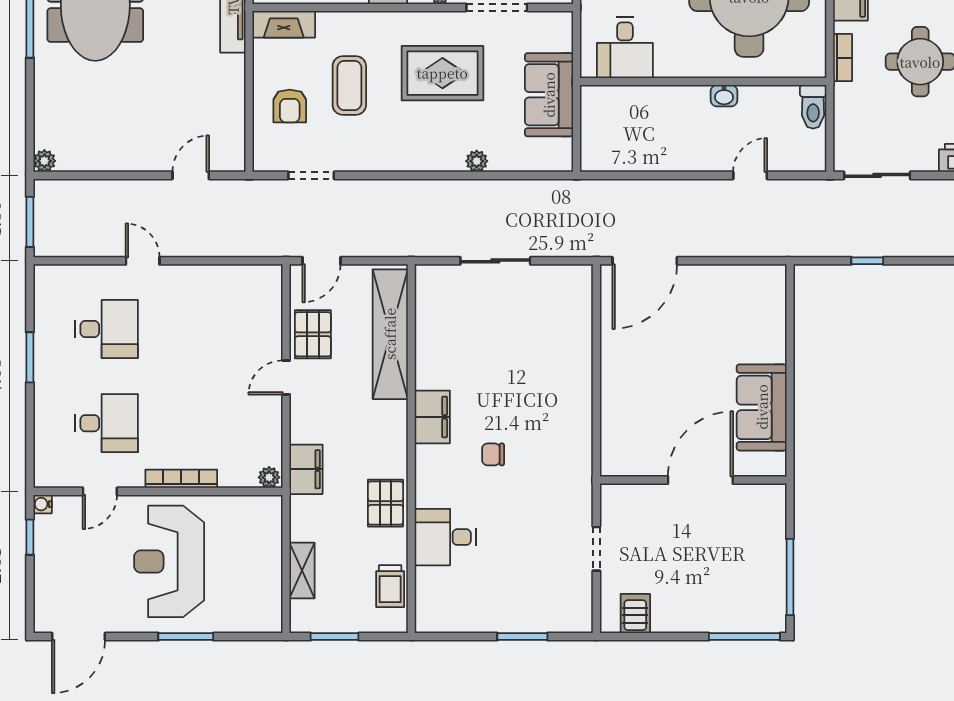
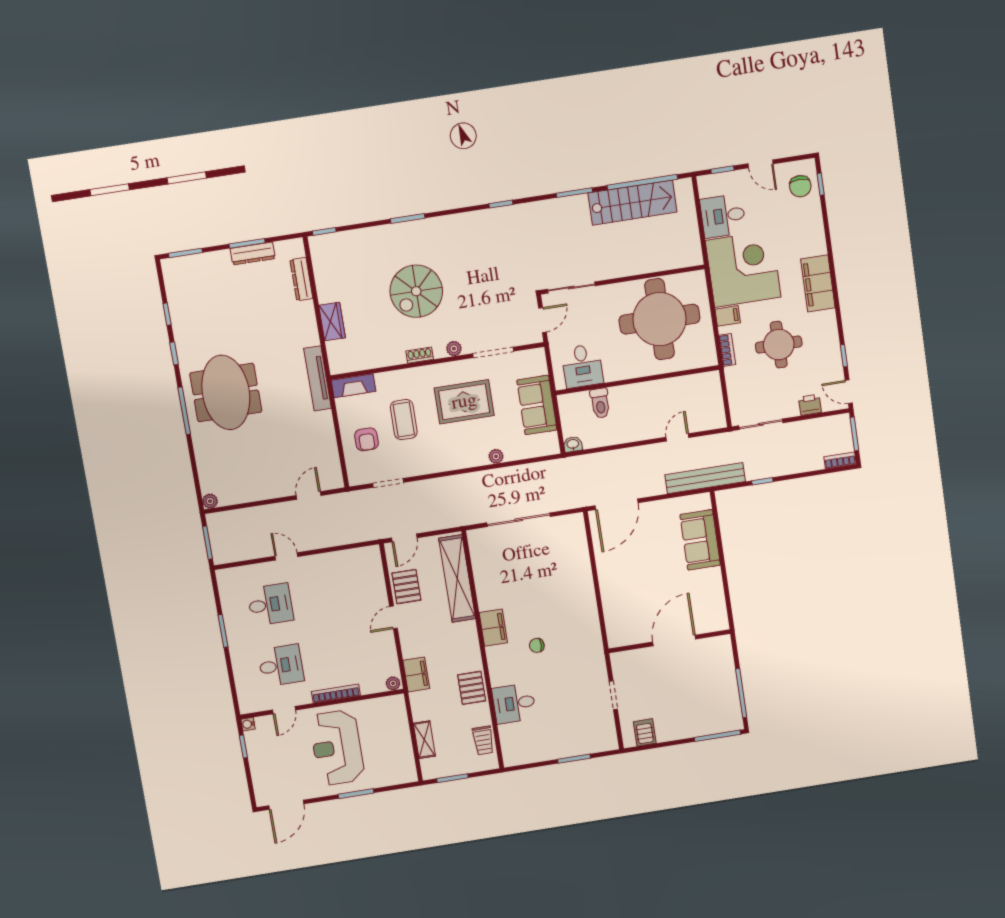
washbasin: (724, 96) -> (573, 444), moved, turned 180
toilet: (813, 107) -> (600, 403), moved
bench: (782, 243) -> (705, 478), added
sliding door: (495, 261) -> (519, 520), width x1.37
sofa: (762, 407) -> (700, 540), moved

